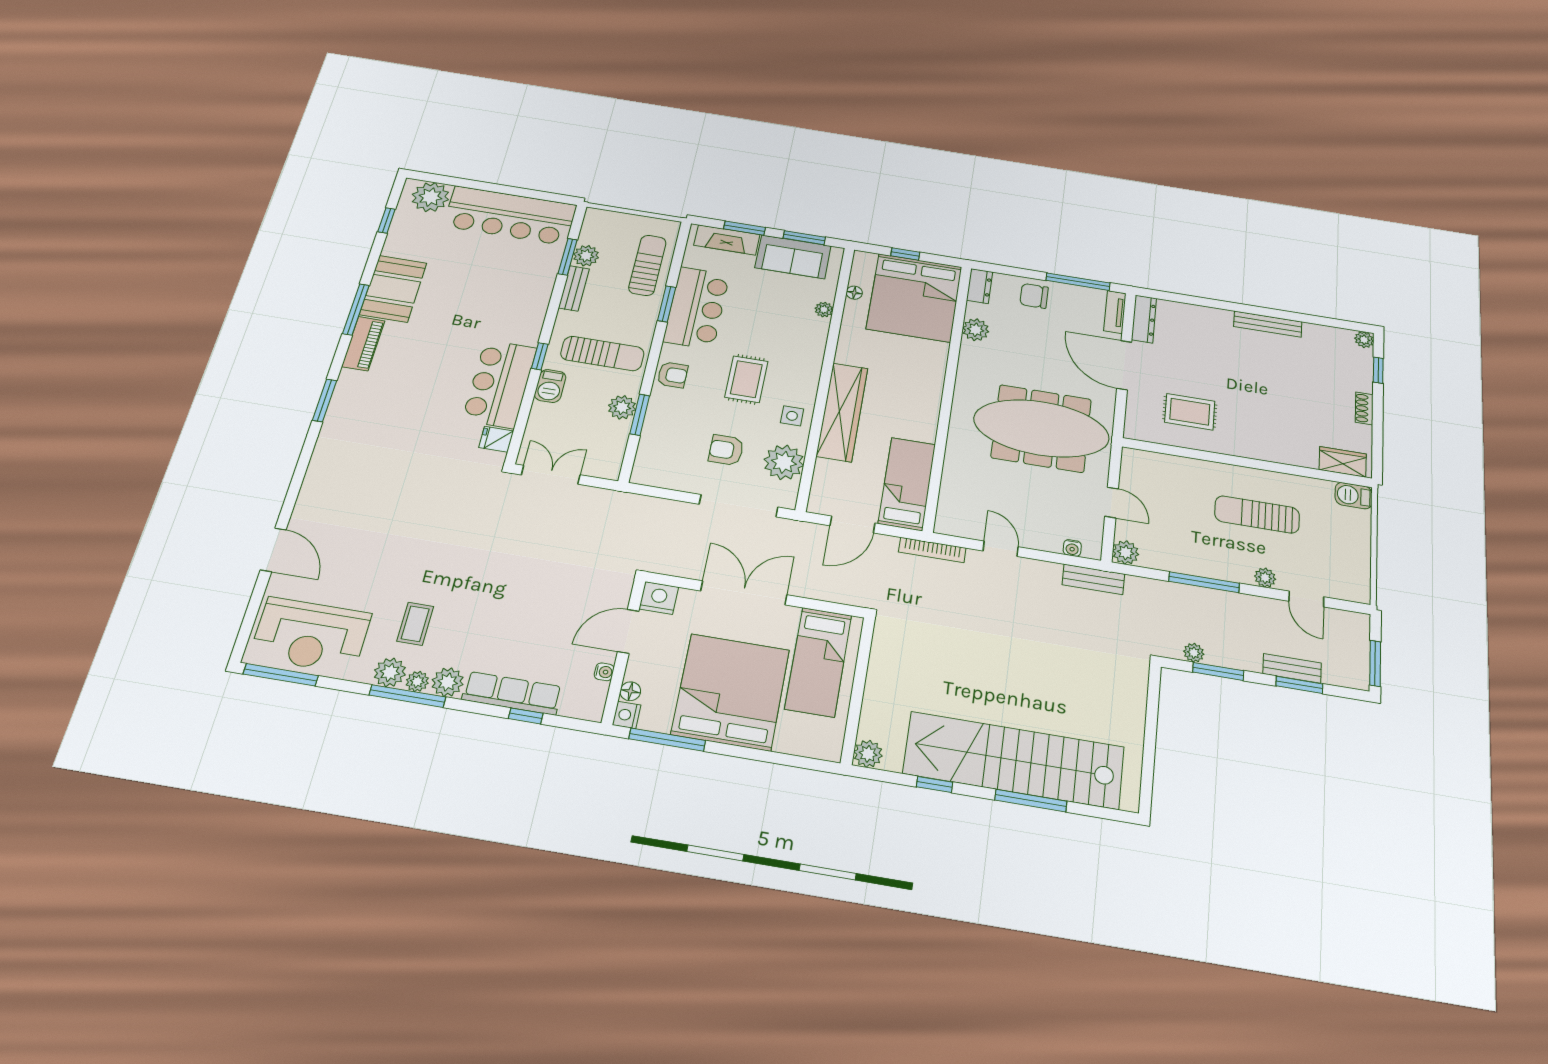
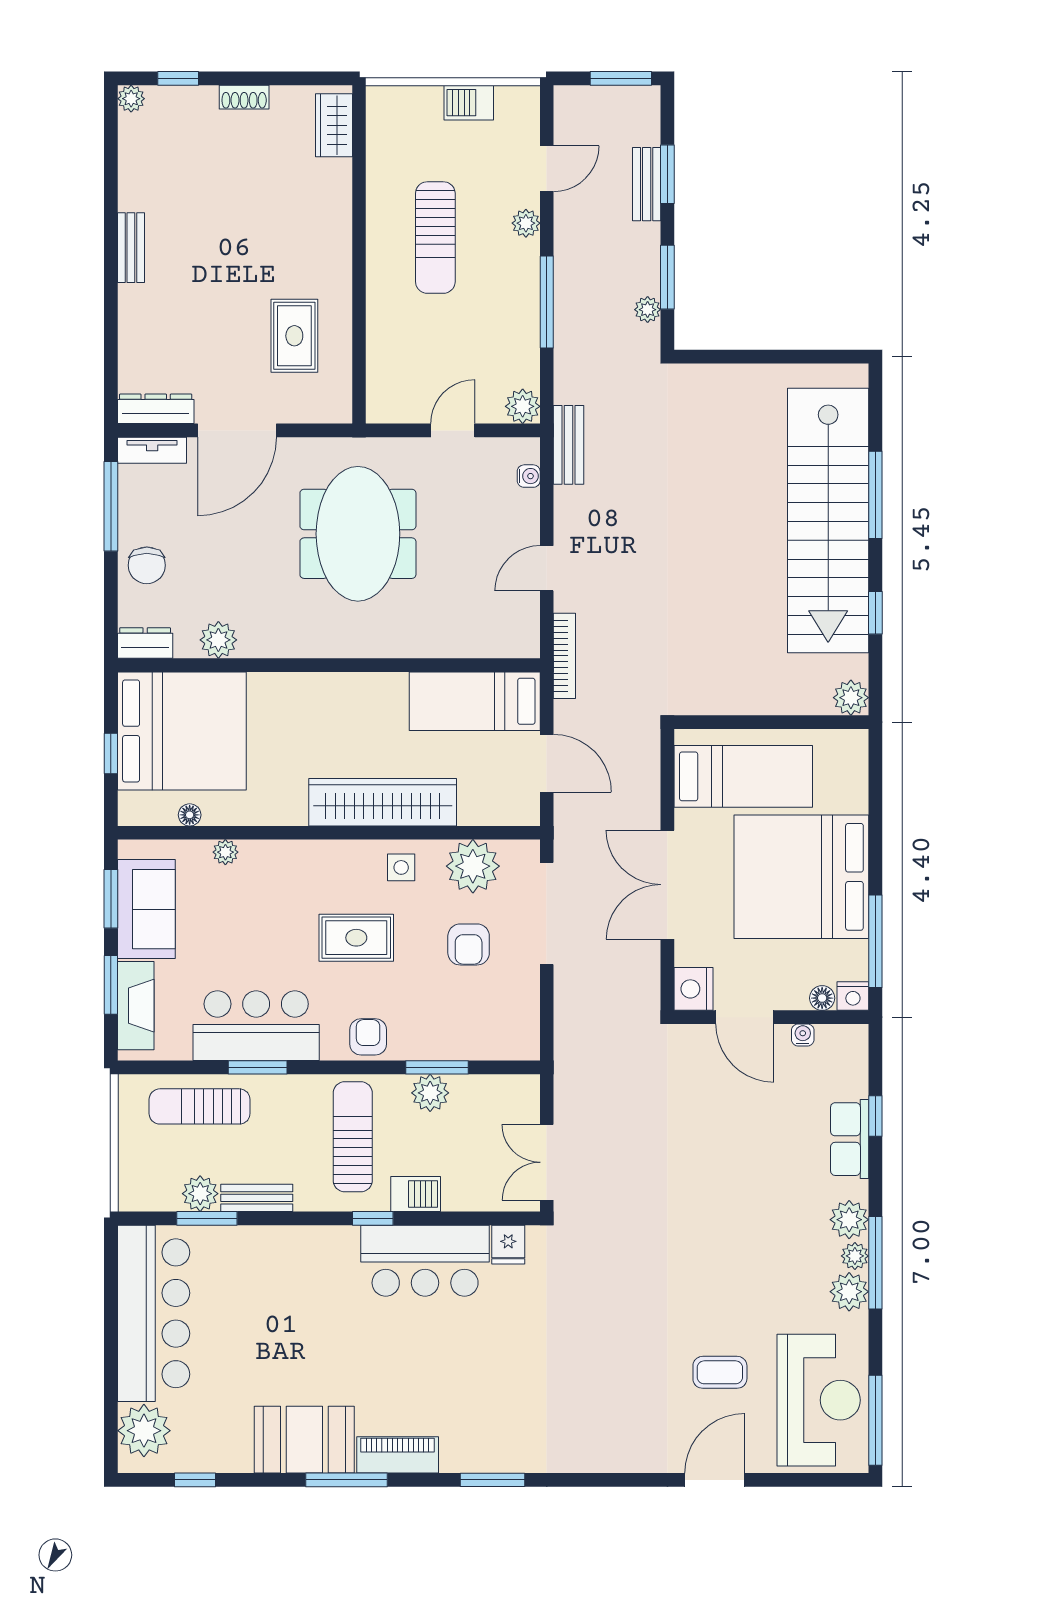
bench: (1268, 324) -> (131, 248), width x0.73
meeting table: (1041, 428) -> (358, 534), width x0.73
barbecue: (1354, 496) -> (469, 103), moved, turned 90
coffee table: (415, 624) -> (720, 1372), moved
row of seats: (512, 693) -> (850, 1139), width x0.68

